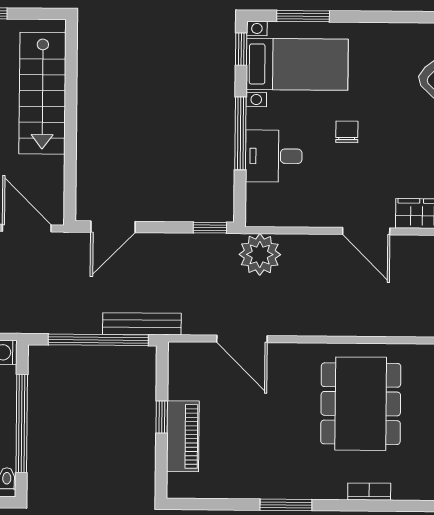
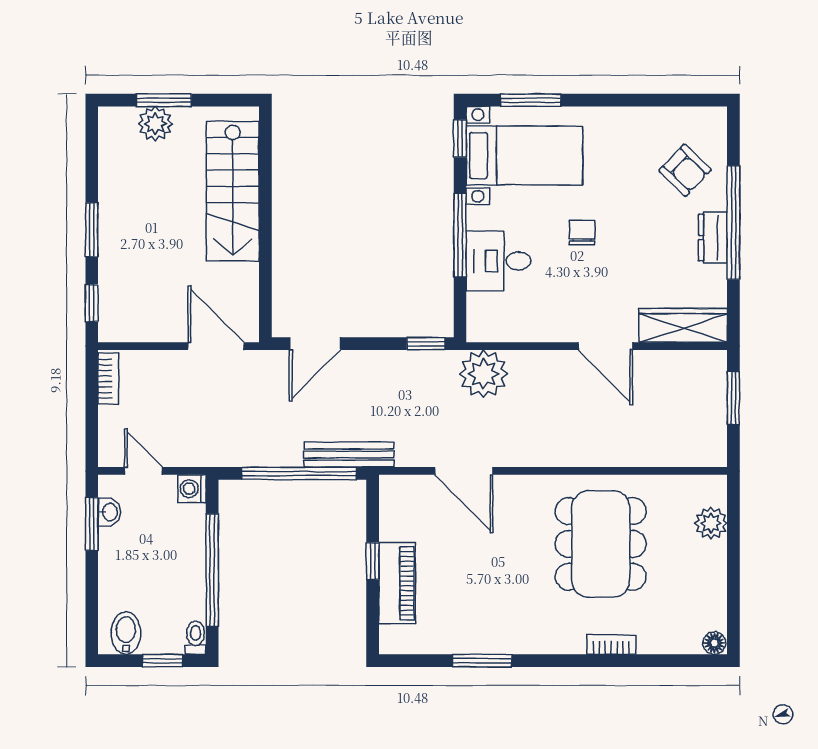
window: (286, 505) -> (482, 661), moved

